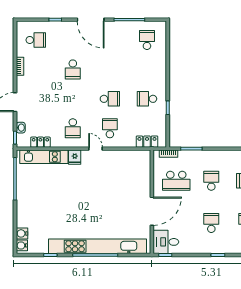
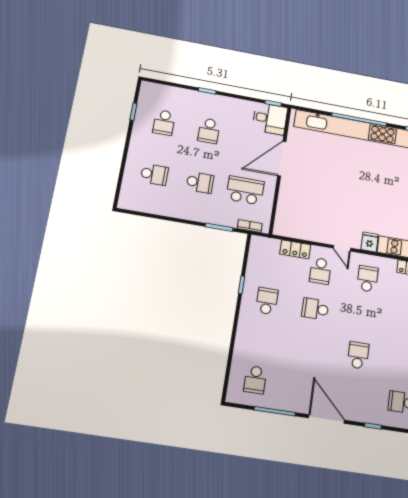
school desk: (147, 99) -> (267, 301), turned -90
locker: (147, 142) -> (295, 249), moved
school desk: (211, 181) -> (200, 182), turned -90

